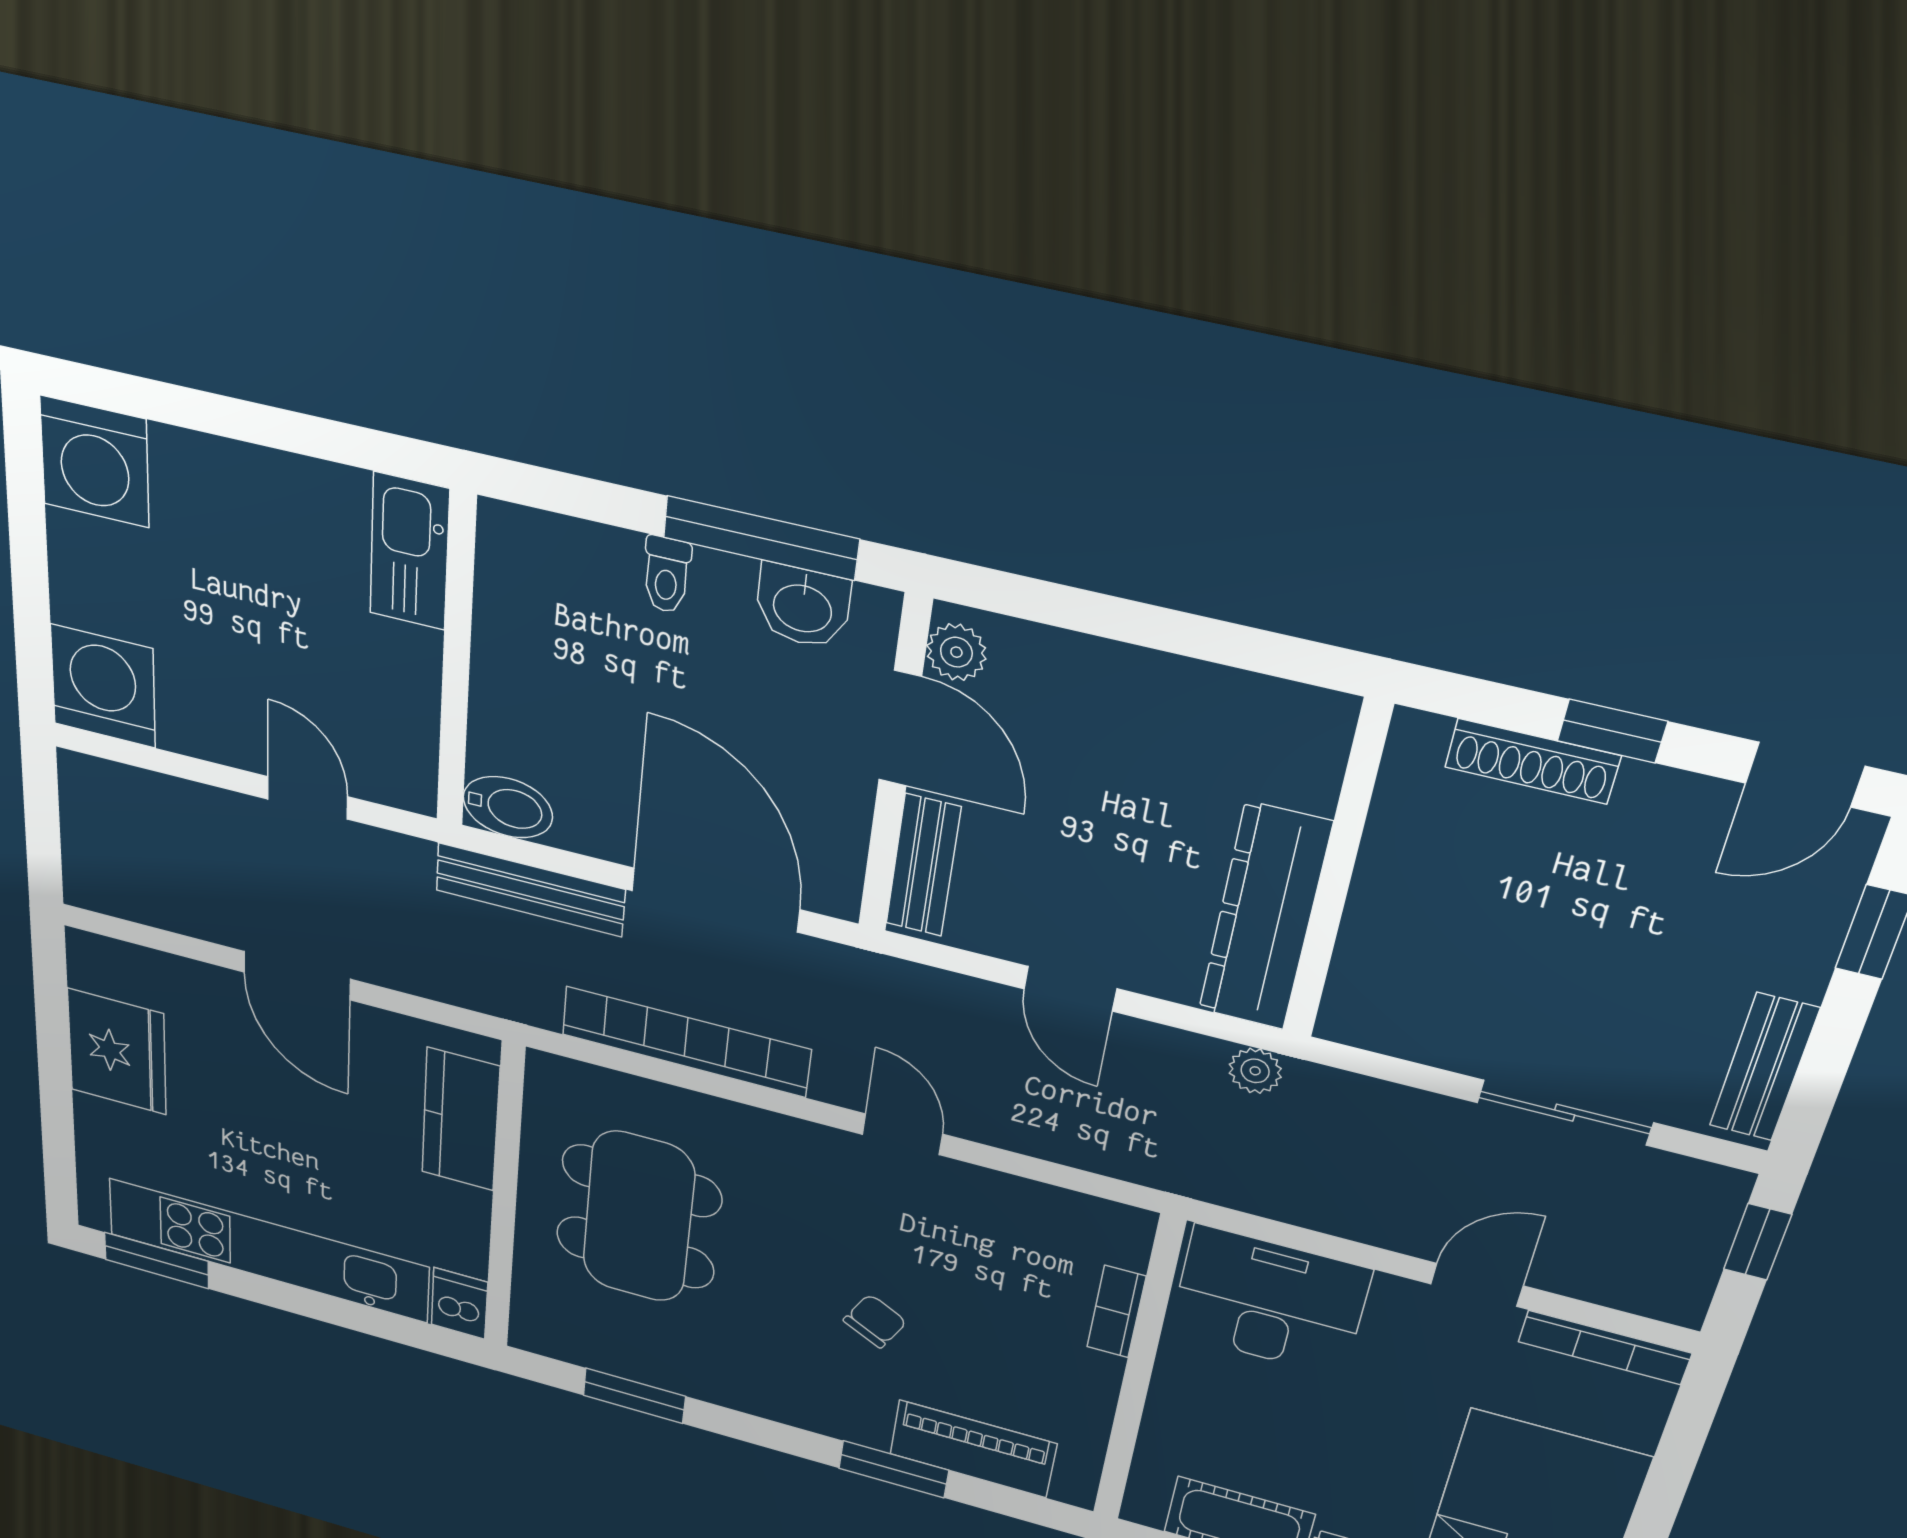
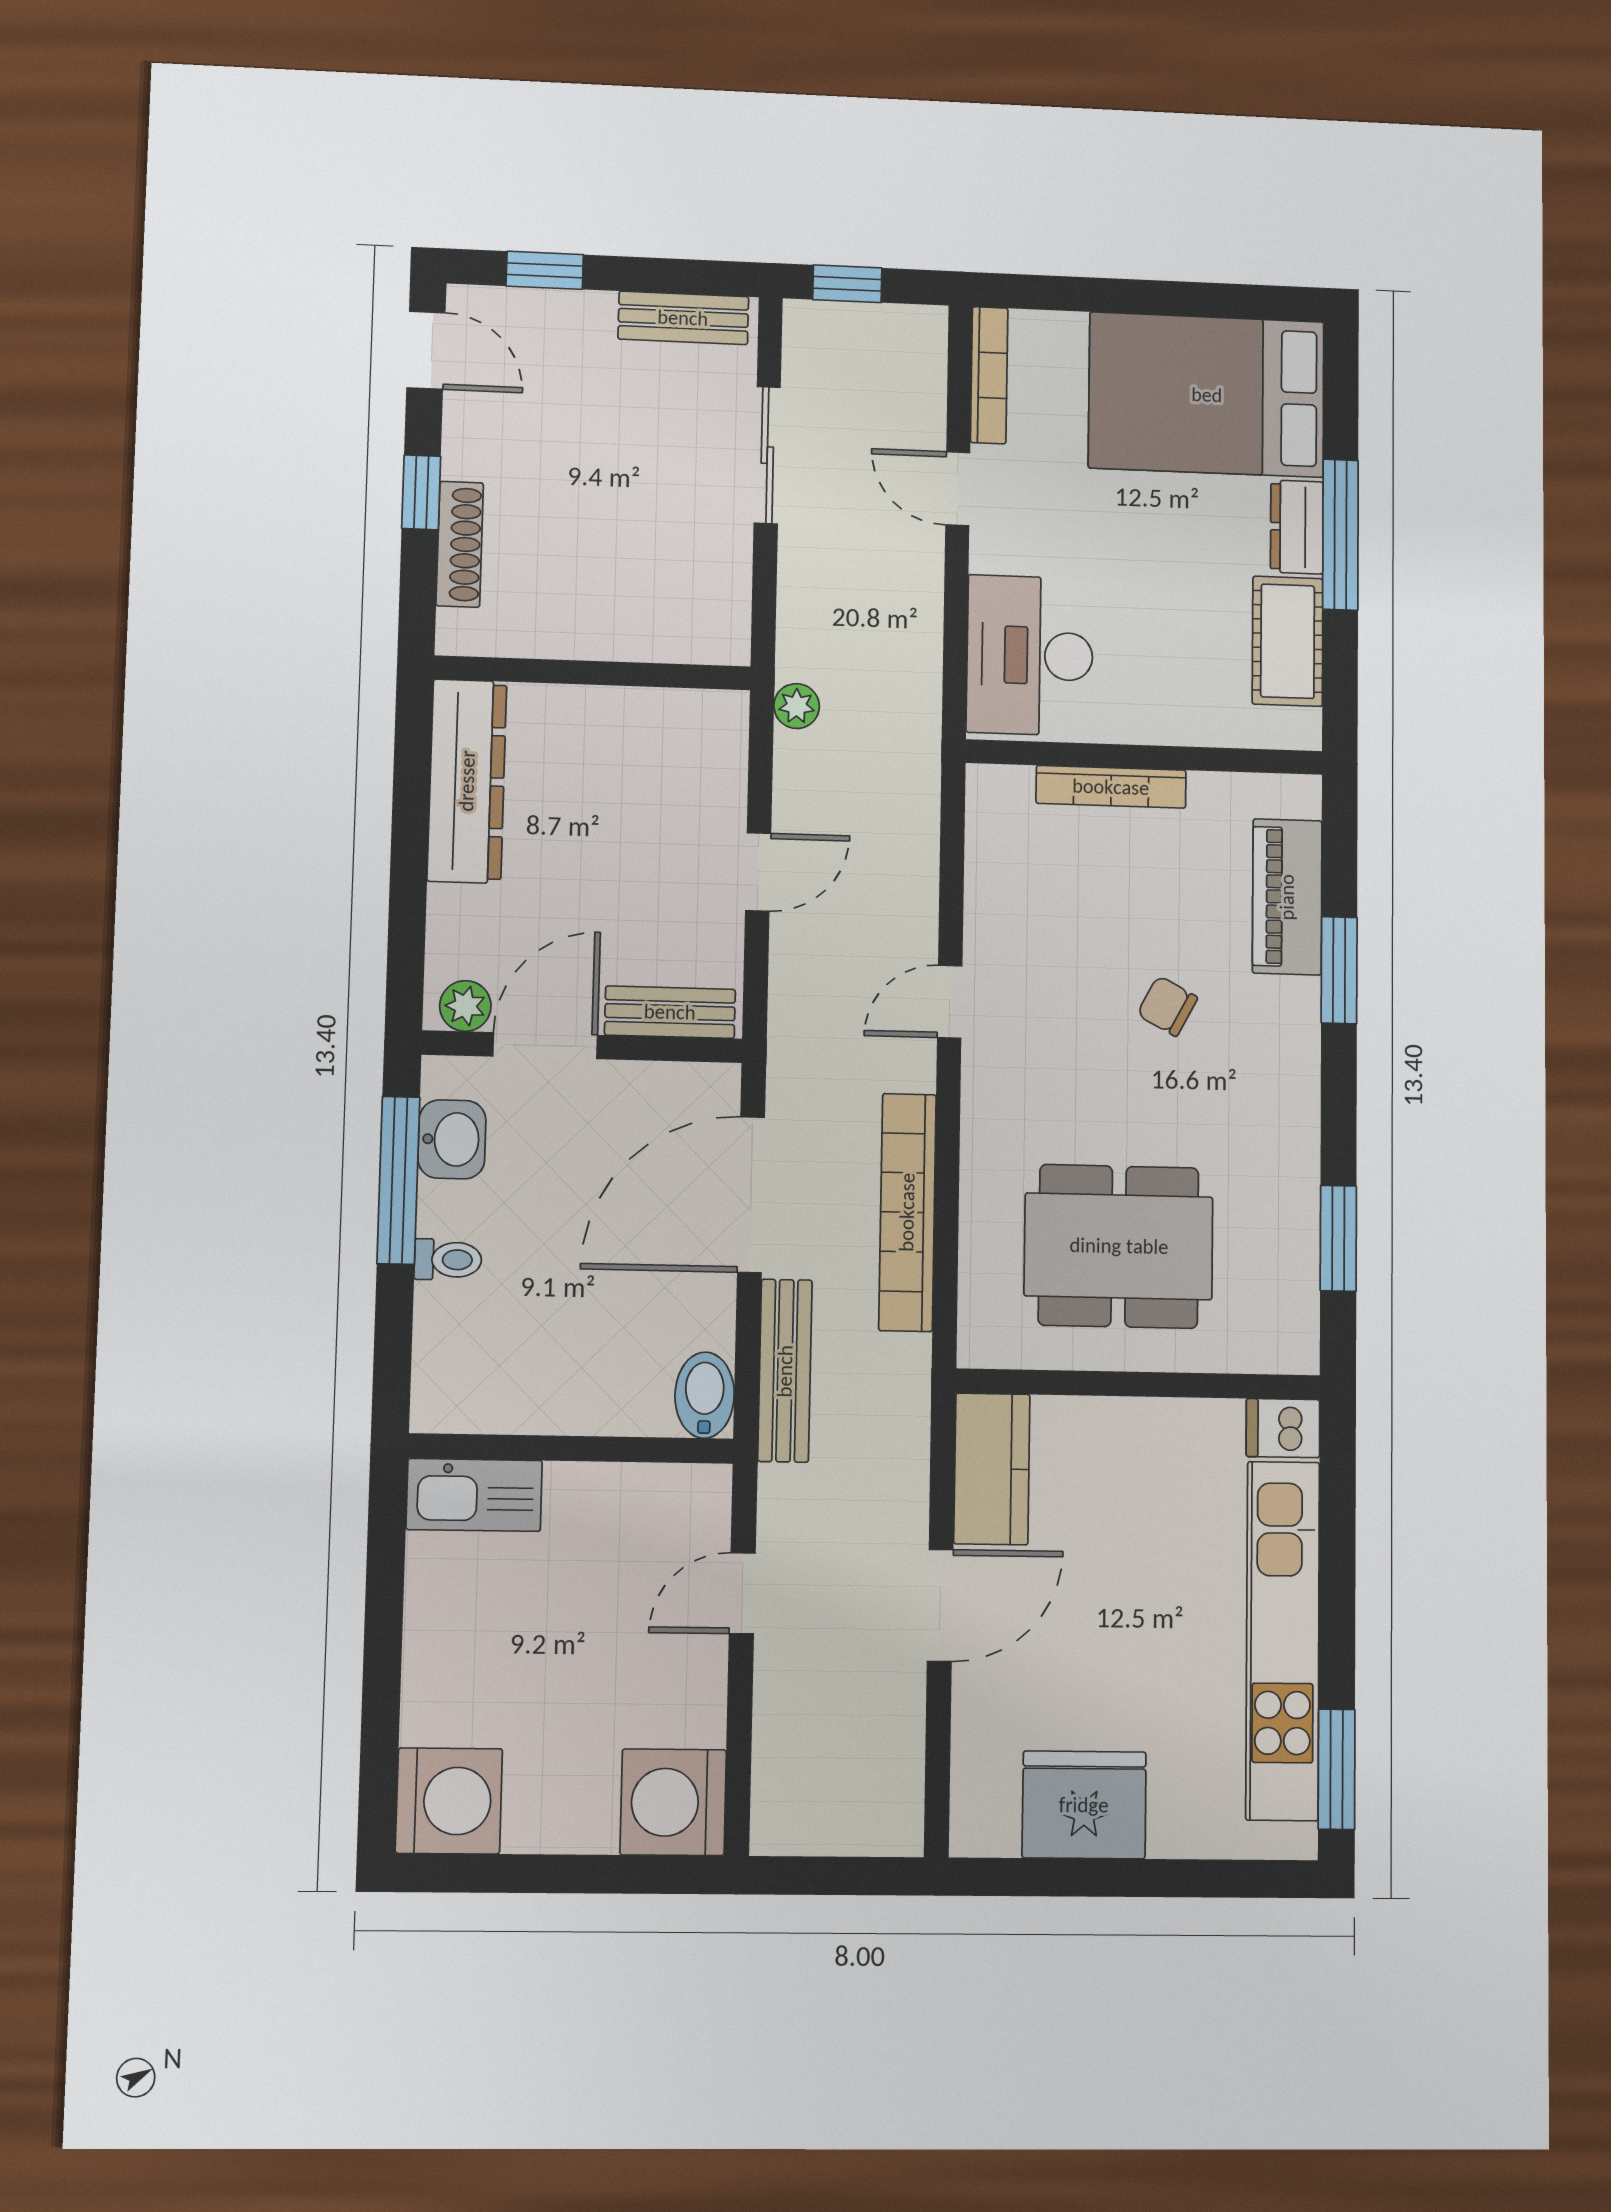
dresser: (1265, 917) -> (467, 781), moved, turned -90
kitchen counter: (460, 1120) -> (992, 1469), moved, turned -90
bookcase: (1116, 1312) -> (1111, 787), width x1.56

